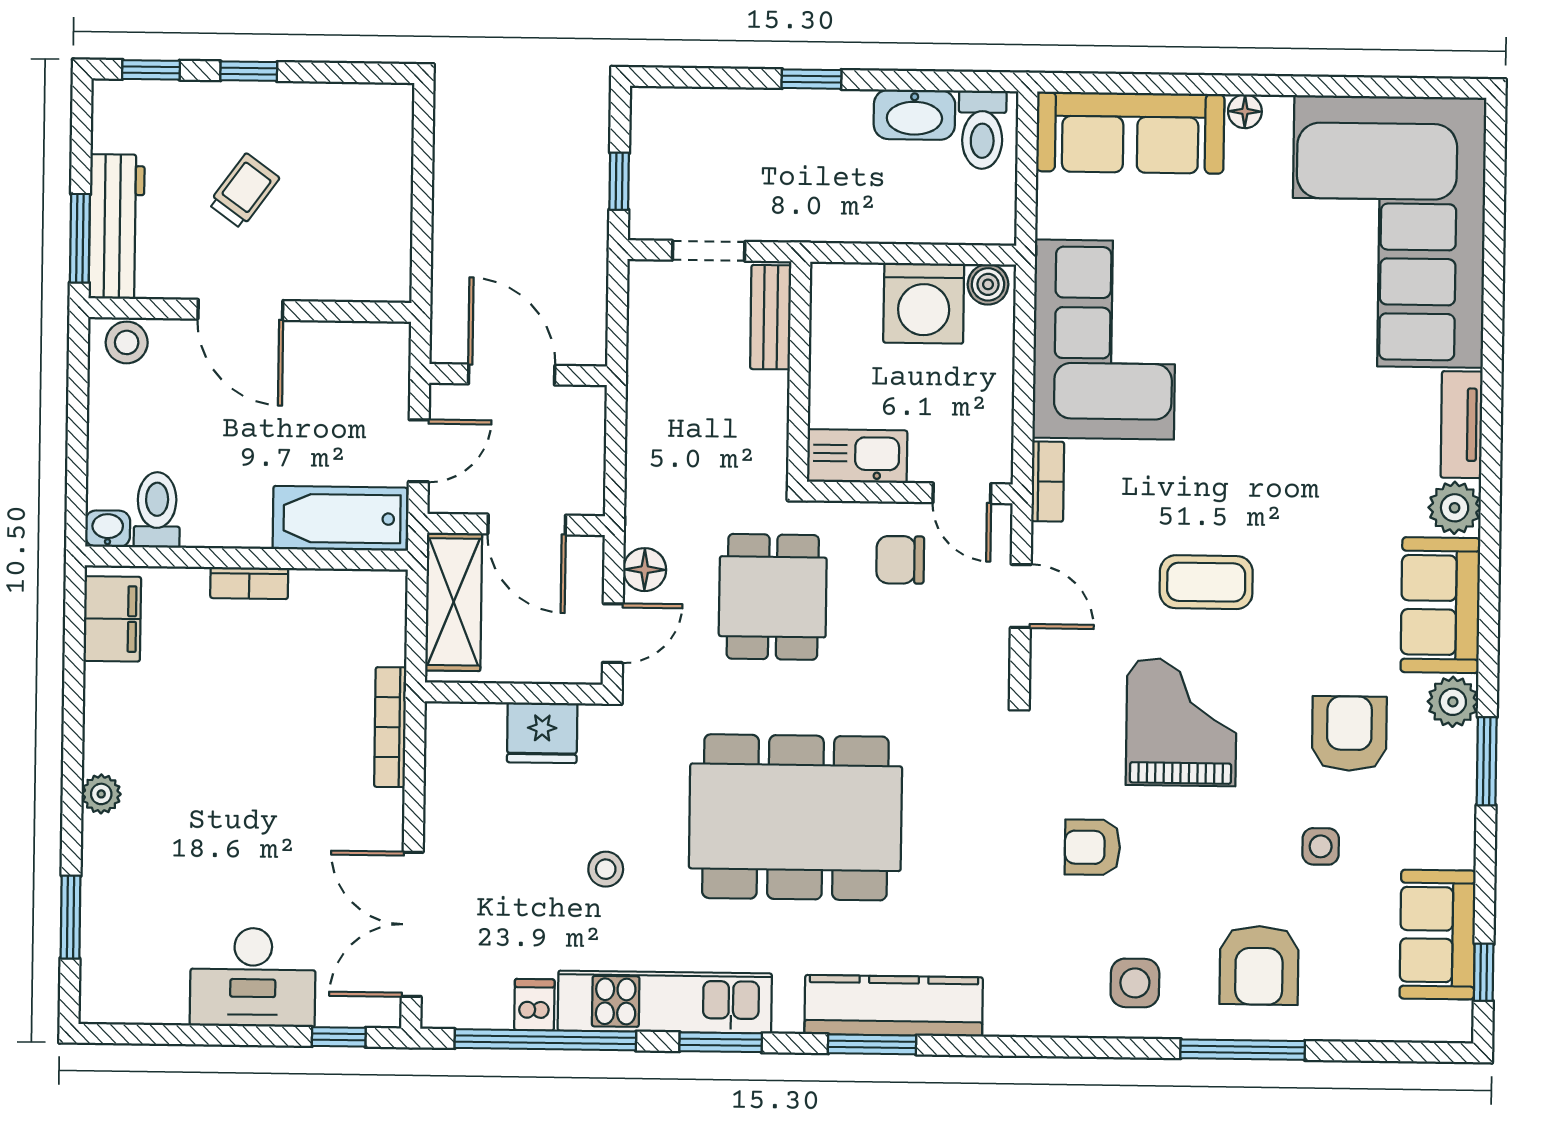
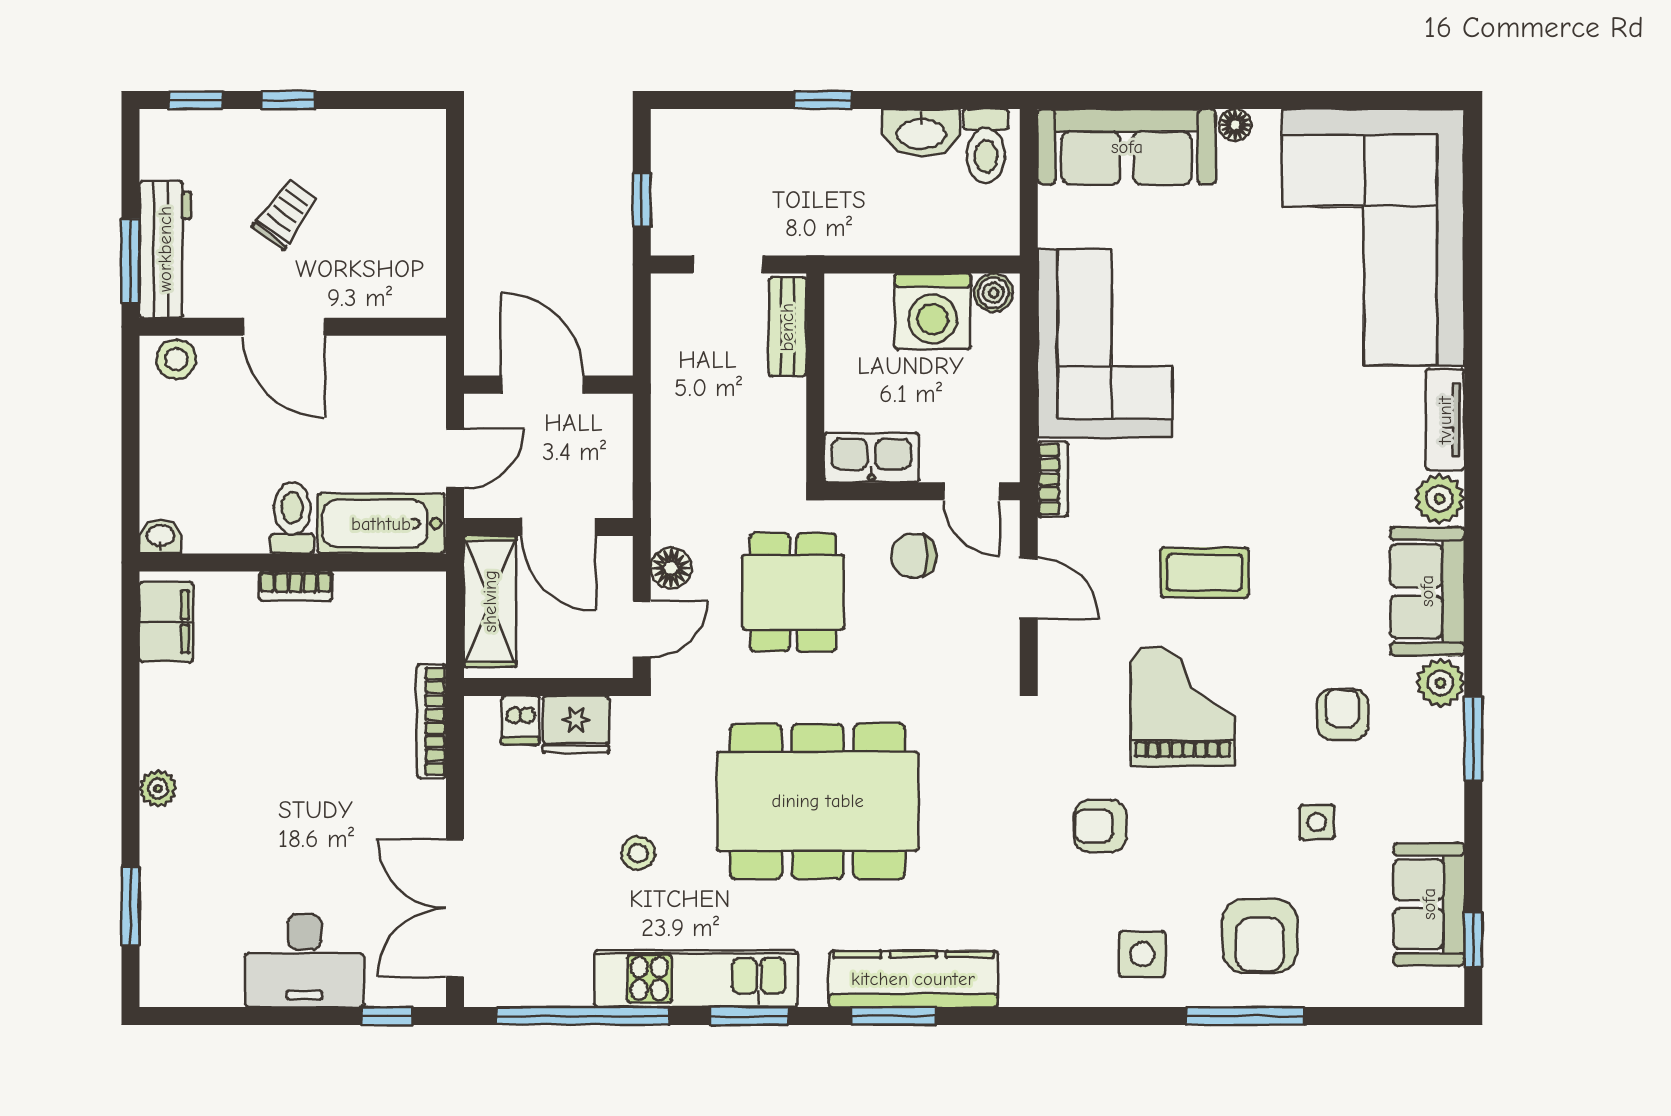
toilet: (157, 510) -> (292, 518), moved
armchair: (1349, 733) -> (1343, 714), width x0.72, depth x0.72
dishwasher: (534, 1005) -> (520, 720), moved, turned 180

